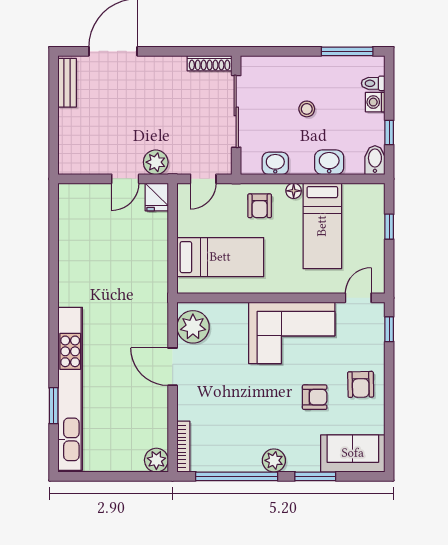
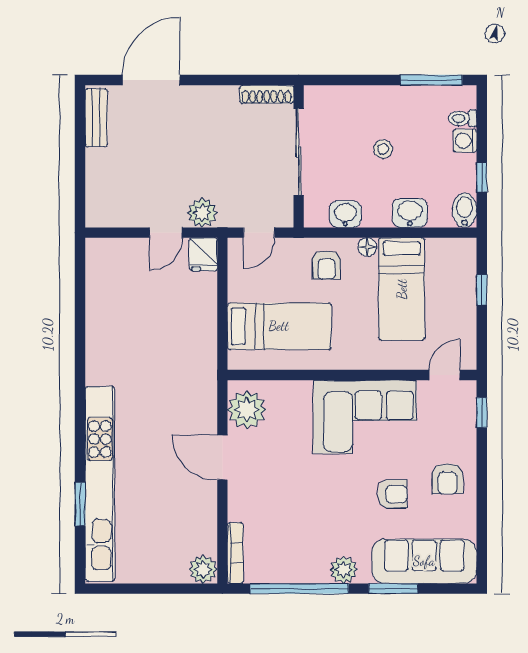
sofa: (353, 453) -> (424, 561), width x1.36

